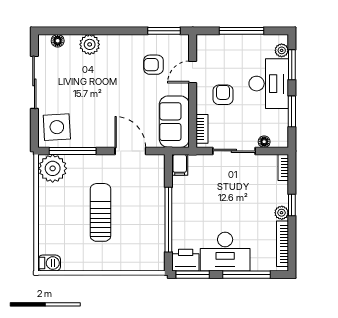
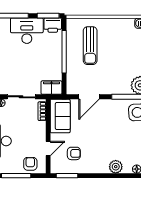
armchair: (223, 95) -> (30, 164), moved, turned 180
door: (130, 151) -> (89, 97), hinge flipped
filing cabinet: (180, 165) -> (52, 88), width x2.00
sun lounger: (101, 212) -> (90, 46), moved

